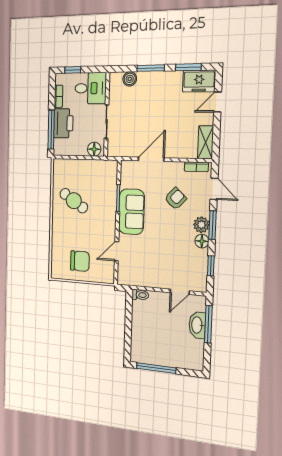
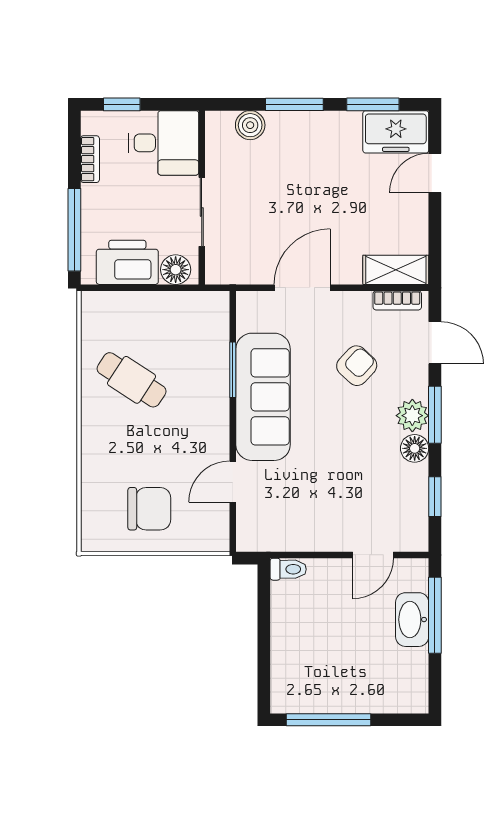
printer: (63, 123) -> (127, 262), moved, turned -90
shelving: (206, 142) -> (396, 270), moved, turned 90
sofa: (131, 212) -> (263, 397), width x1.36

